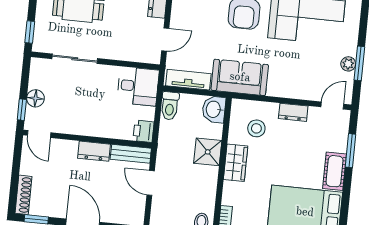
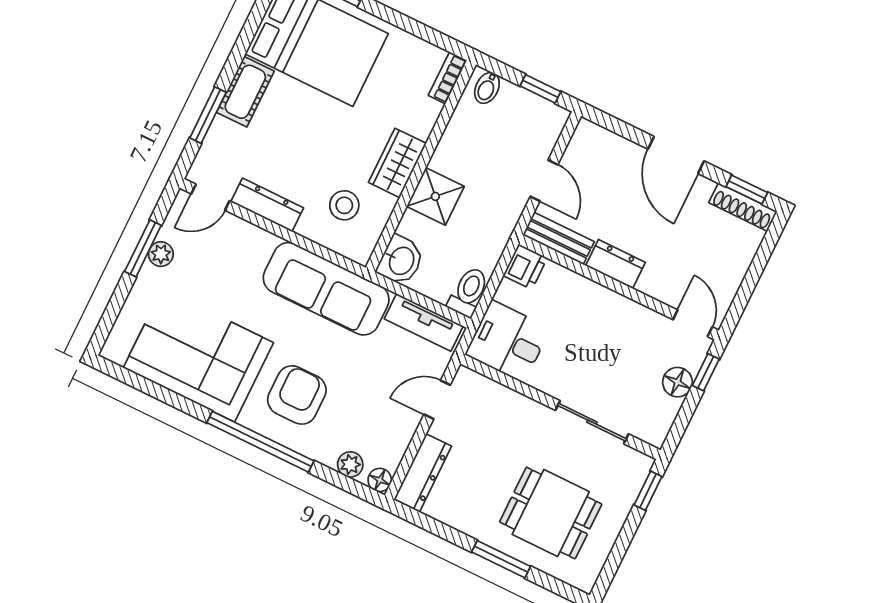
sofa: (240, 77) -> (326, 289), width x1.36
dresser: (293, 112) -> (267, 205), width x1.44
shoe rack: (24, 195) -> (743, 207), moved, turned -90

